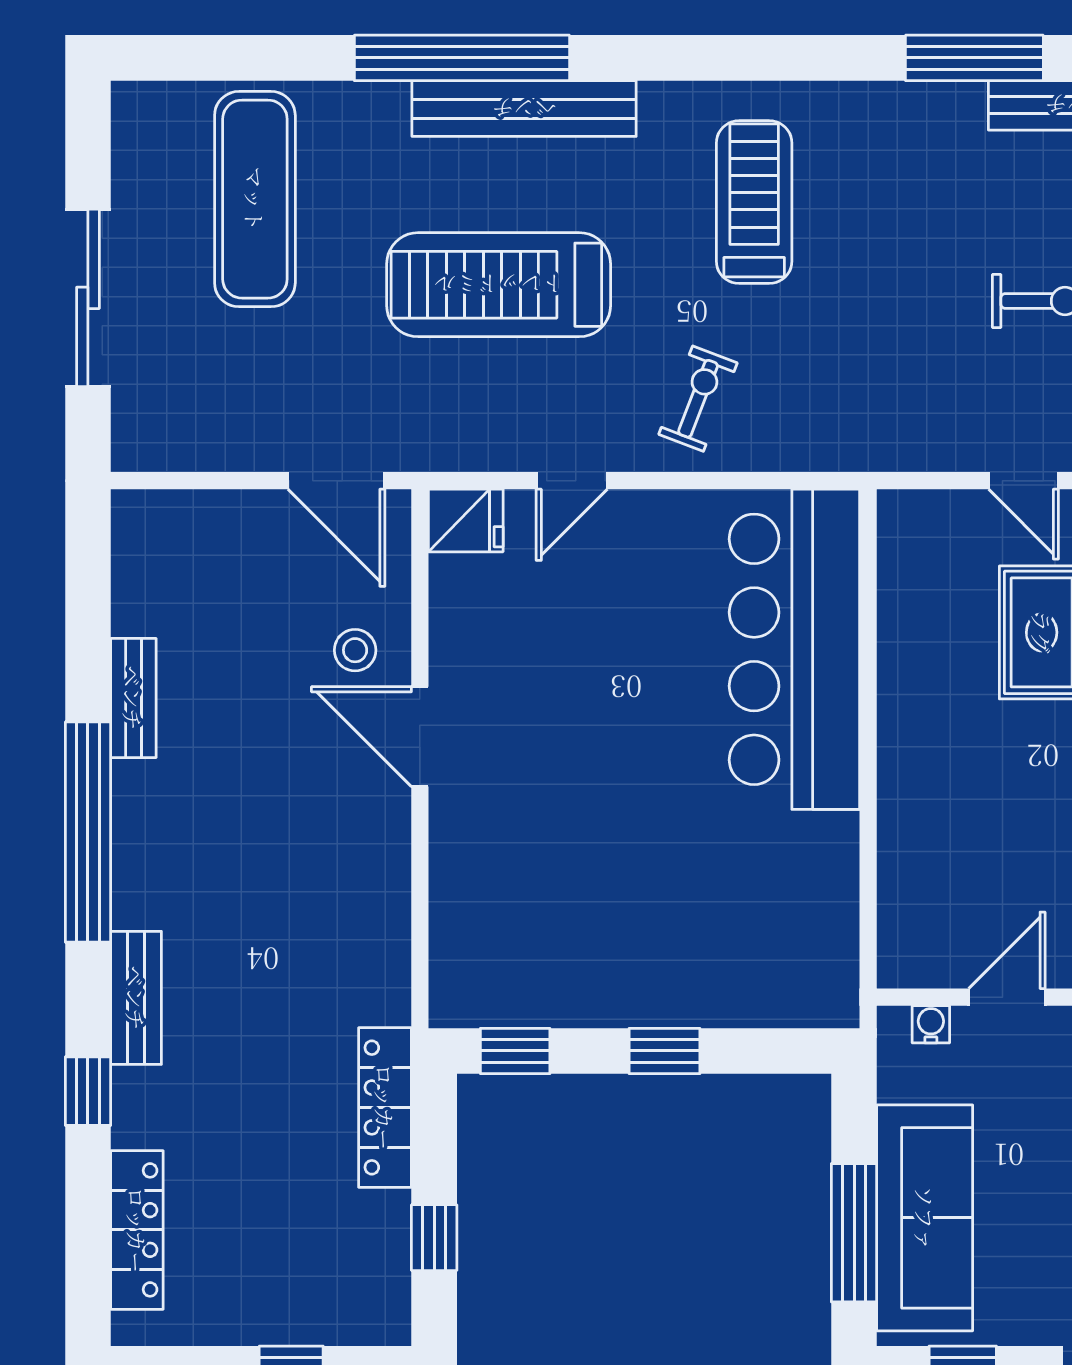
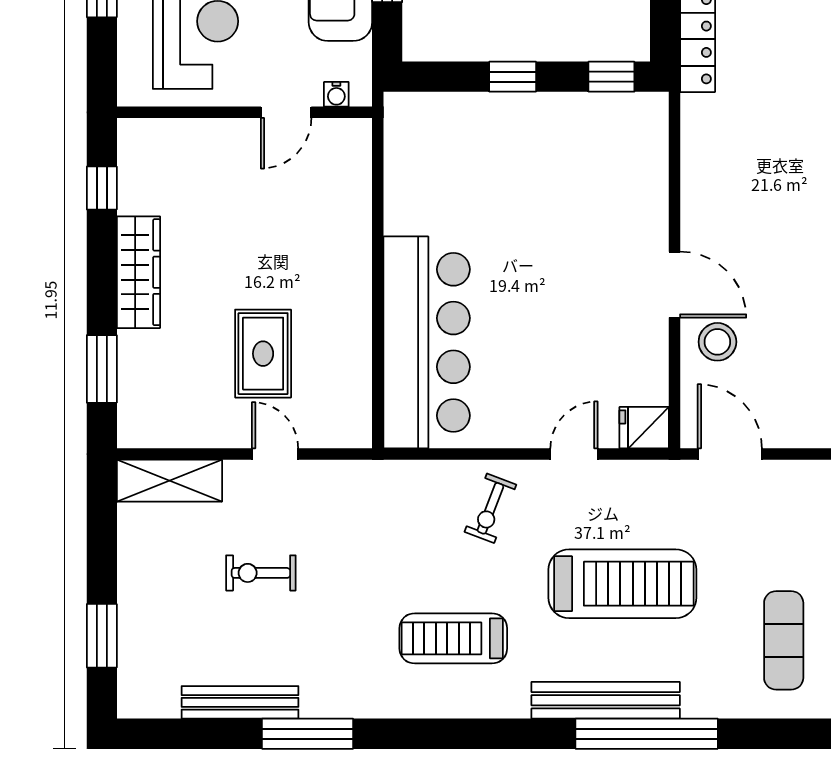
exercise mat: (255, 199) -> (784, 640), width x0.73, depth x0.69
treadmill: (754, 202) -> (453, 638), turned 90
stool: (355, 650) -> (717, 342), width x1.37, depth x1.37

